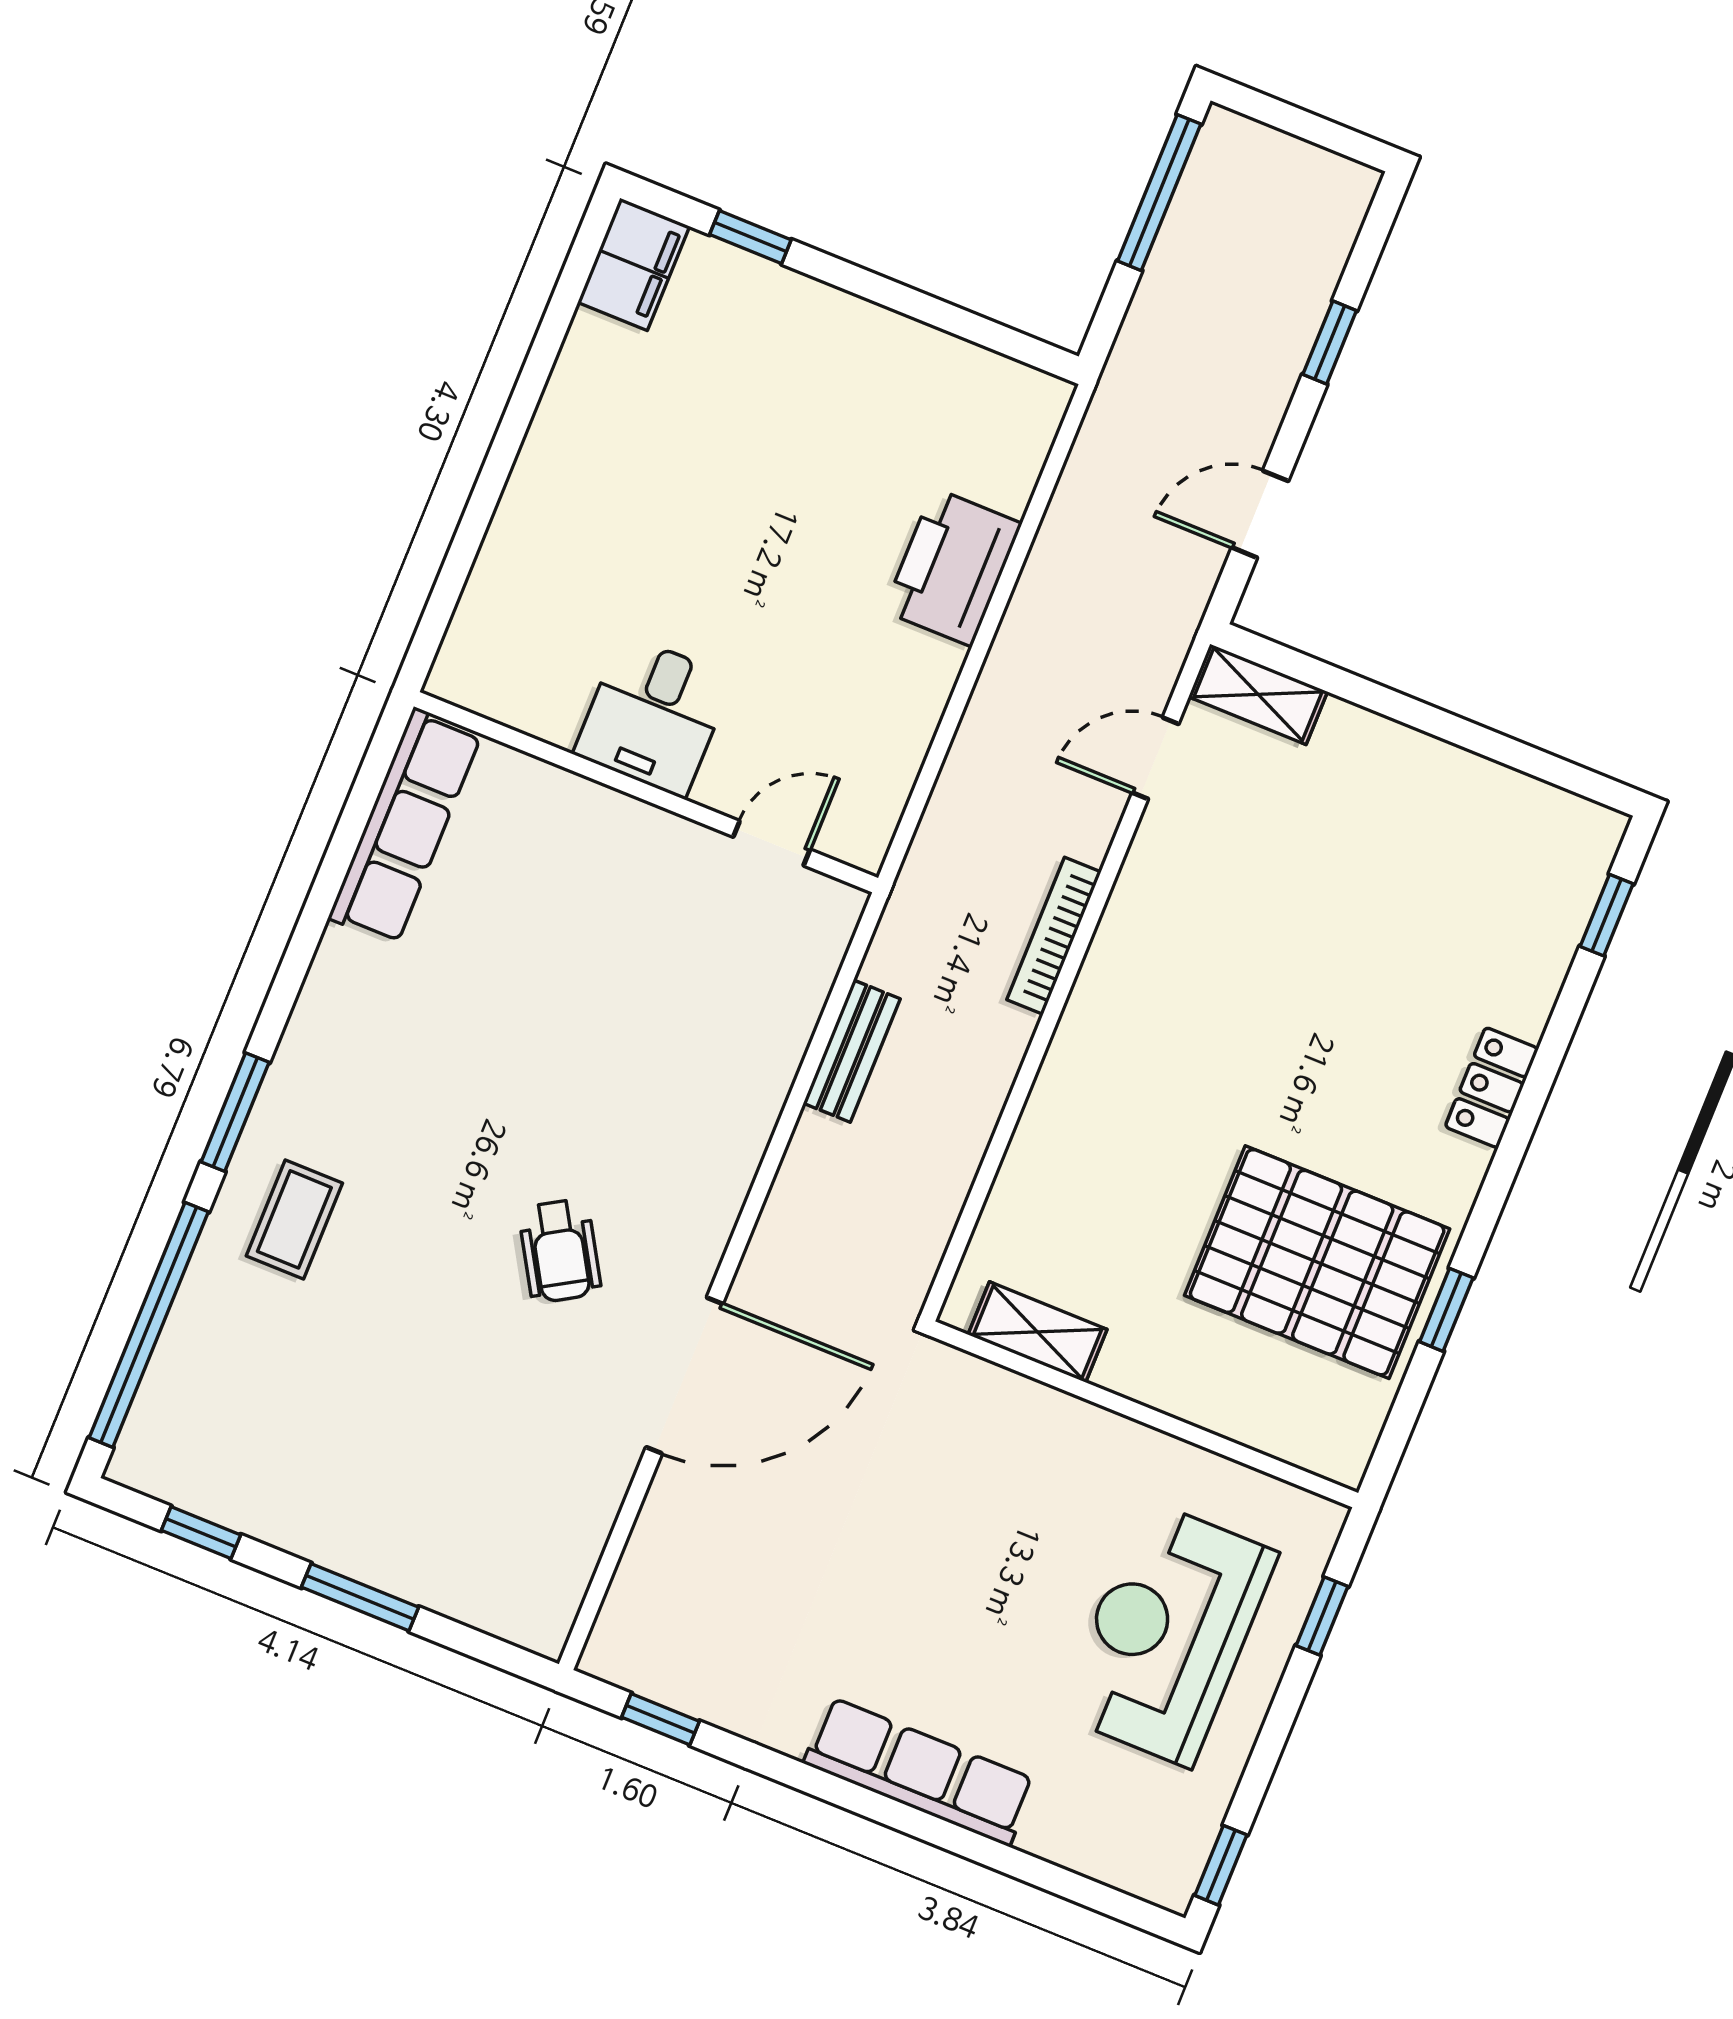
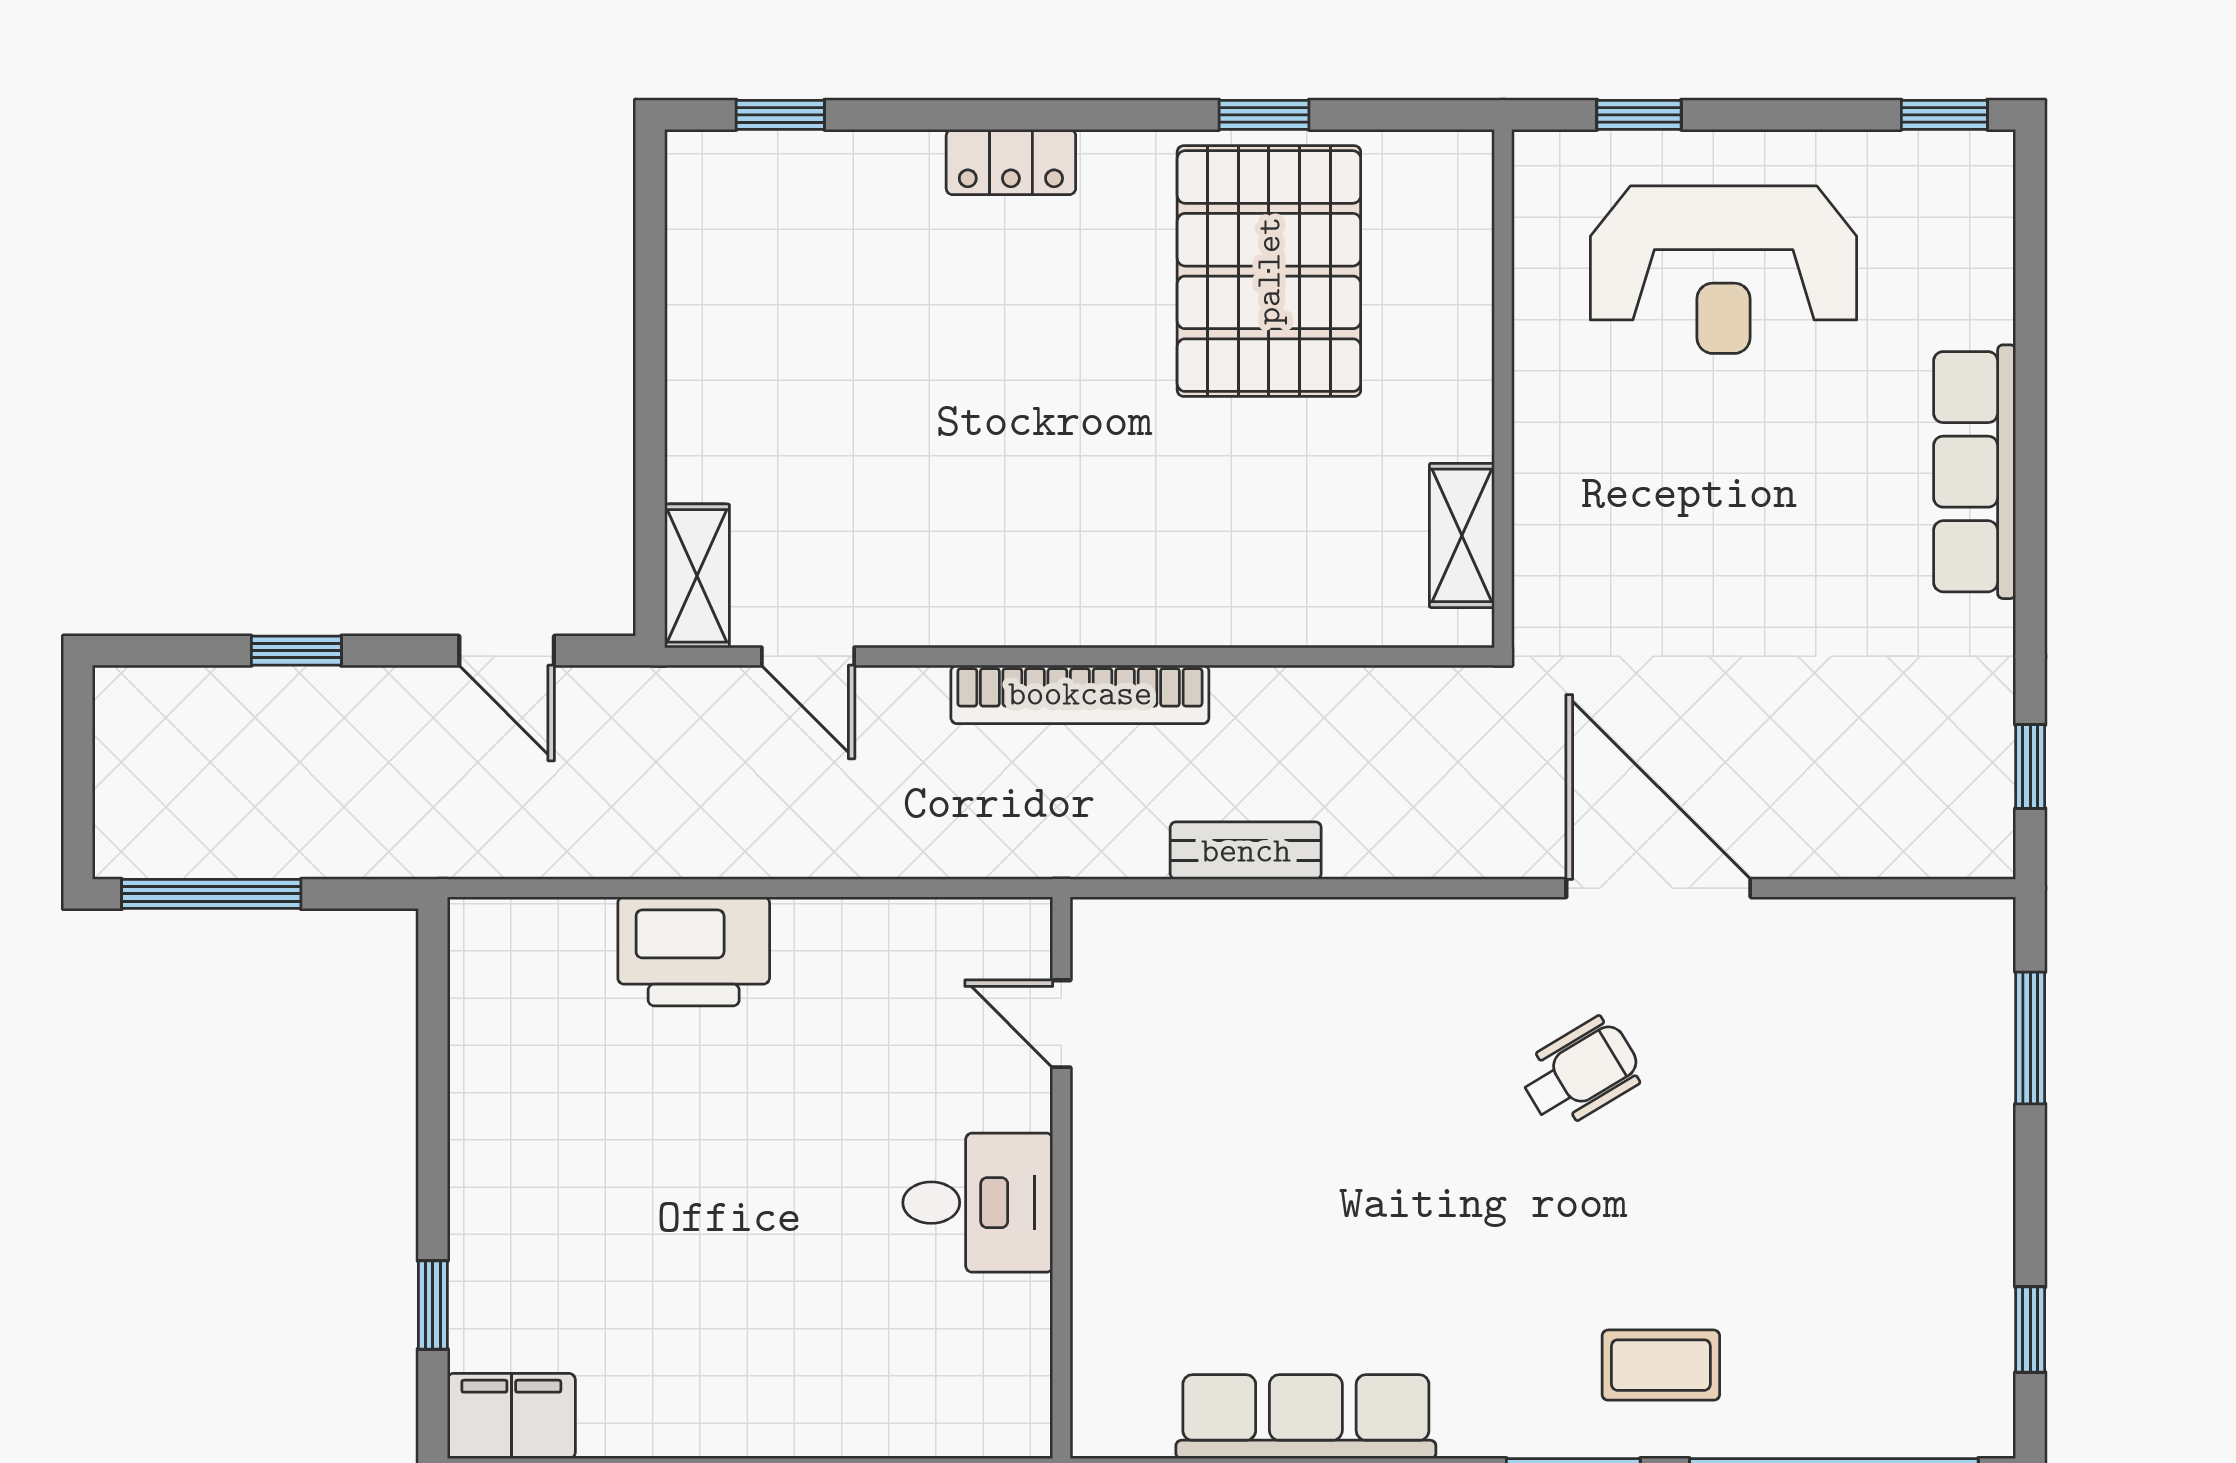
row of seats: (405, 826) -> (1306, 1417), moved
bookcase: (1054, 936) -> (1080, 694), width x1.48, depth x1.31
window: (360, 1597) -> (2030, 1038), moved

